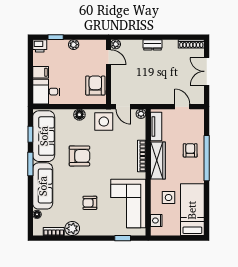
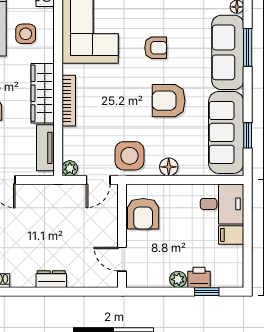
plant: (116, 44) -> (110, 280), removed
printer: (40, 46) -> (199, 277), moved
door: (123, 107) -> (98, 180), swing flipped
window: (30, 164) -> (248, 47), moved
armchair: (90, 203) -> (156, 48), moved

